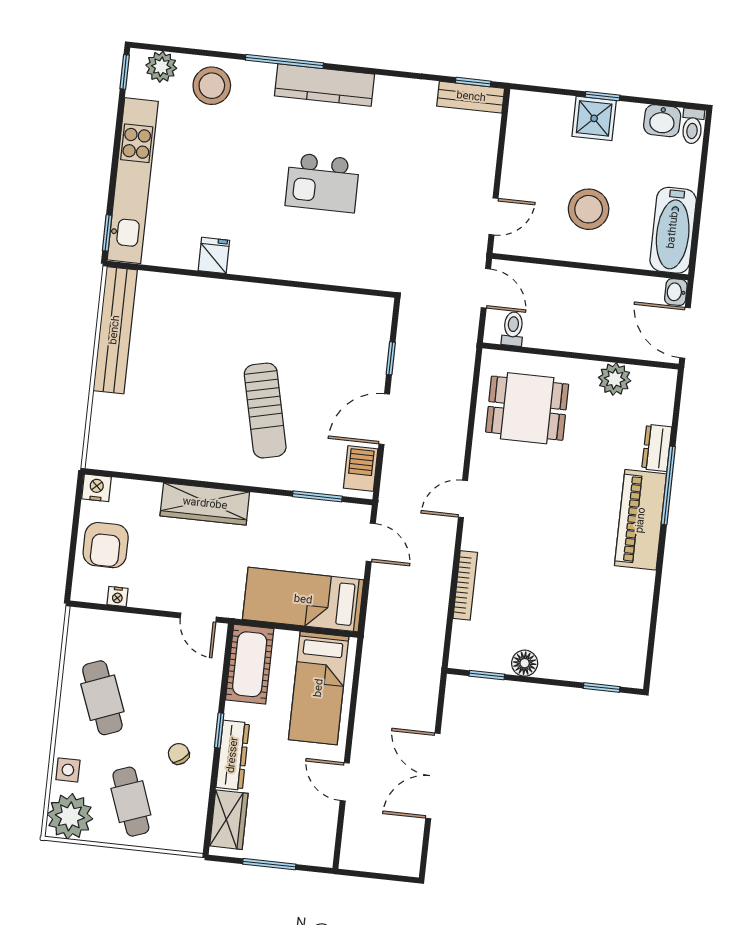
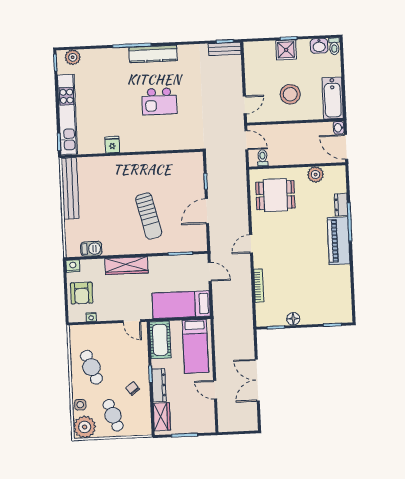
stool: (212, 86) -> (99, 63), removed
barbecue: (361, 468) -> (91, 249), moved, turned 90

